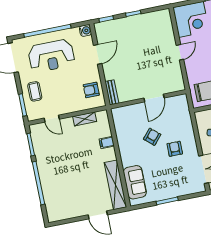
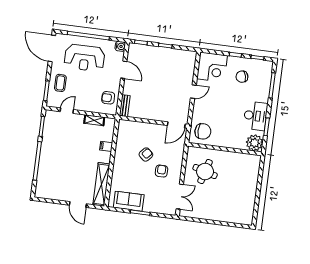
door: (98, 54) -> (124, 70), hinge flipped
door: (154, 98) -> (176, 125), moved
door: (52, 119) -> (67, 111), swing flipped
sofa: (135, 182) -> (129, 201), moved, turned -90

